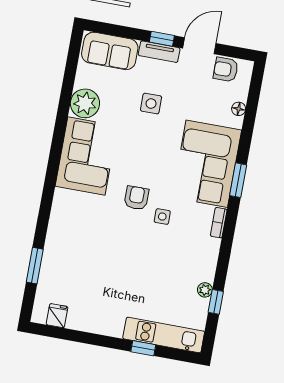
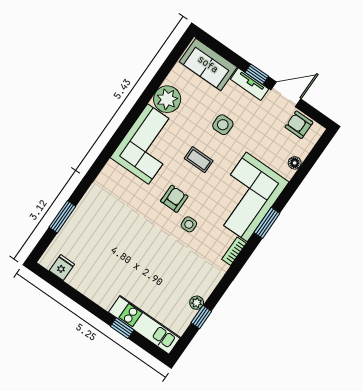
coffee table: (143, 149) -> (199, 160), added

